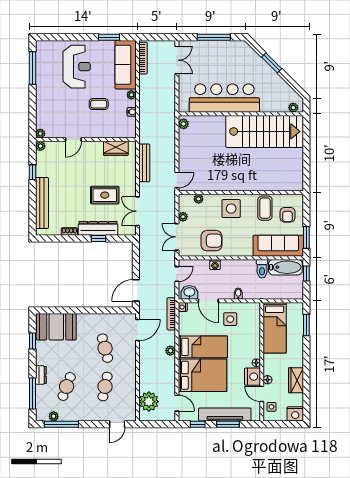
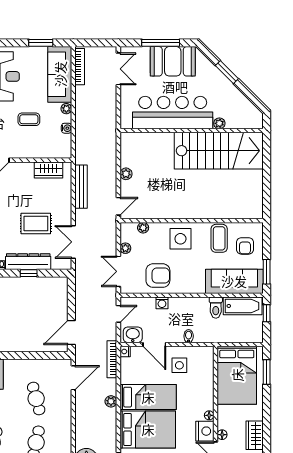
booth: (224, 53) -> (173, 61), added
plant: (293, 108) -> (219, 123), moved
plant: (184, 124) -> (126, 174), moved
bed: (275, 328) -> (237, 375), width x1.50

